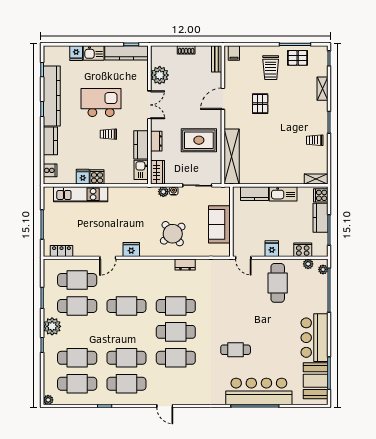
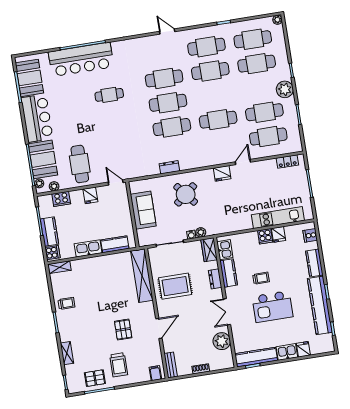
trolley: (271, 68) -> (119, 365), turned 180
booth: (315, 294) -> (43, 159), added

